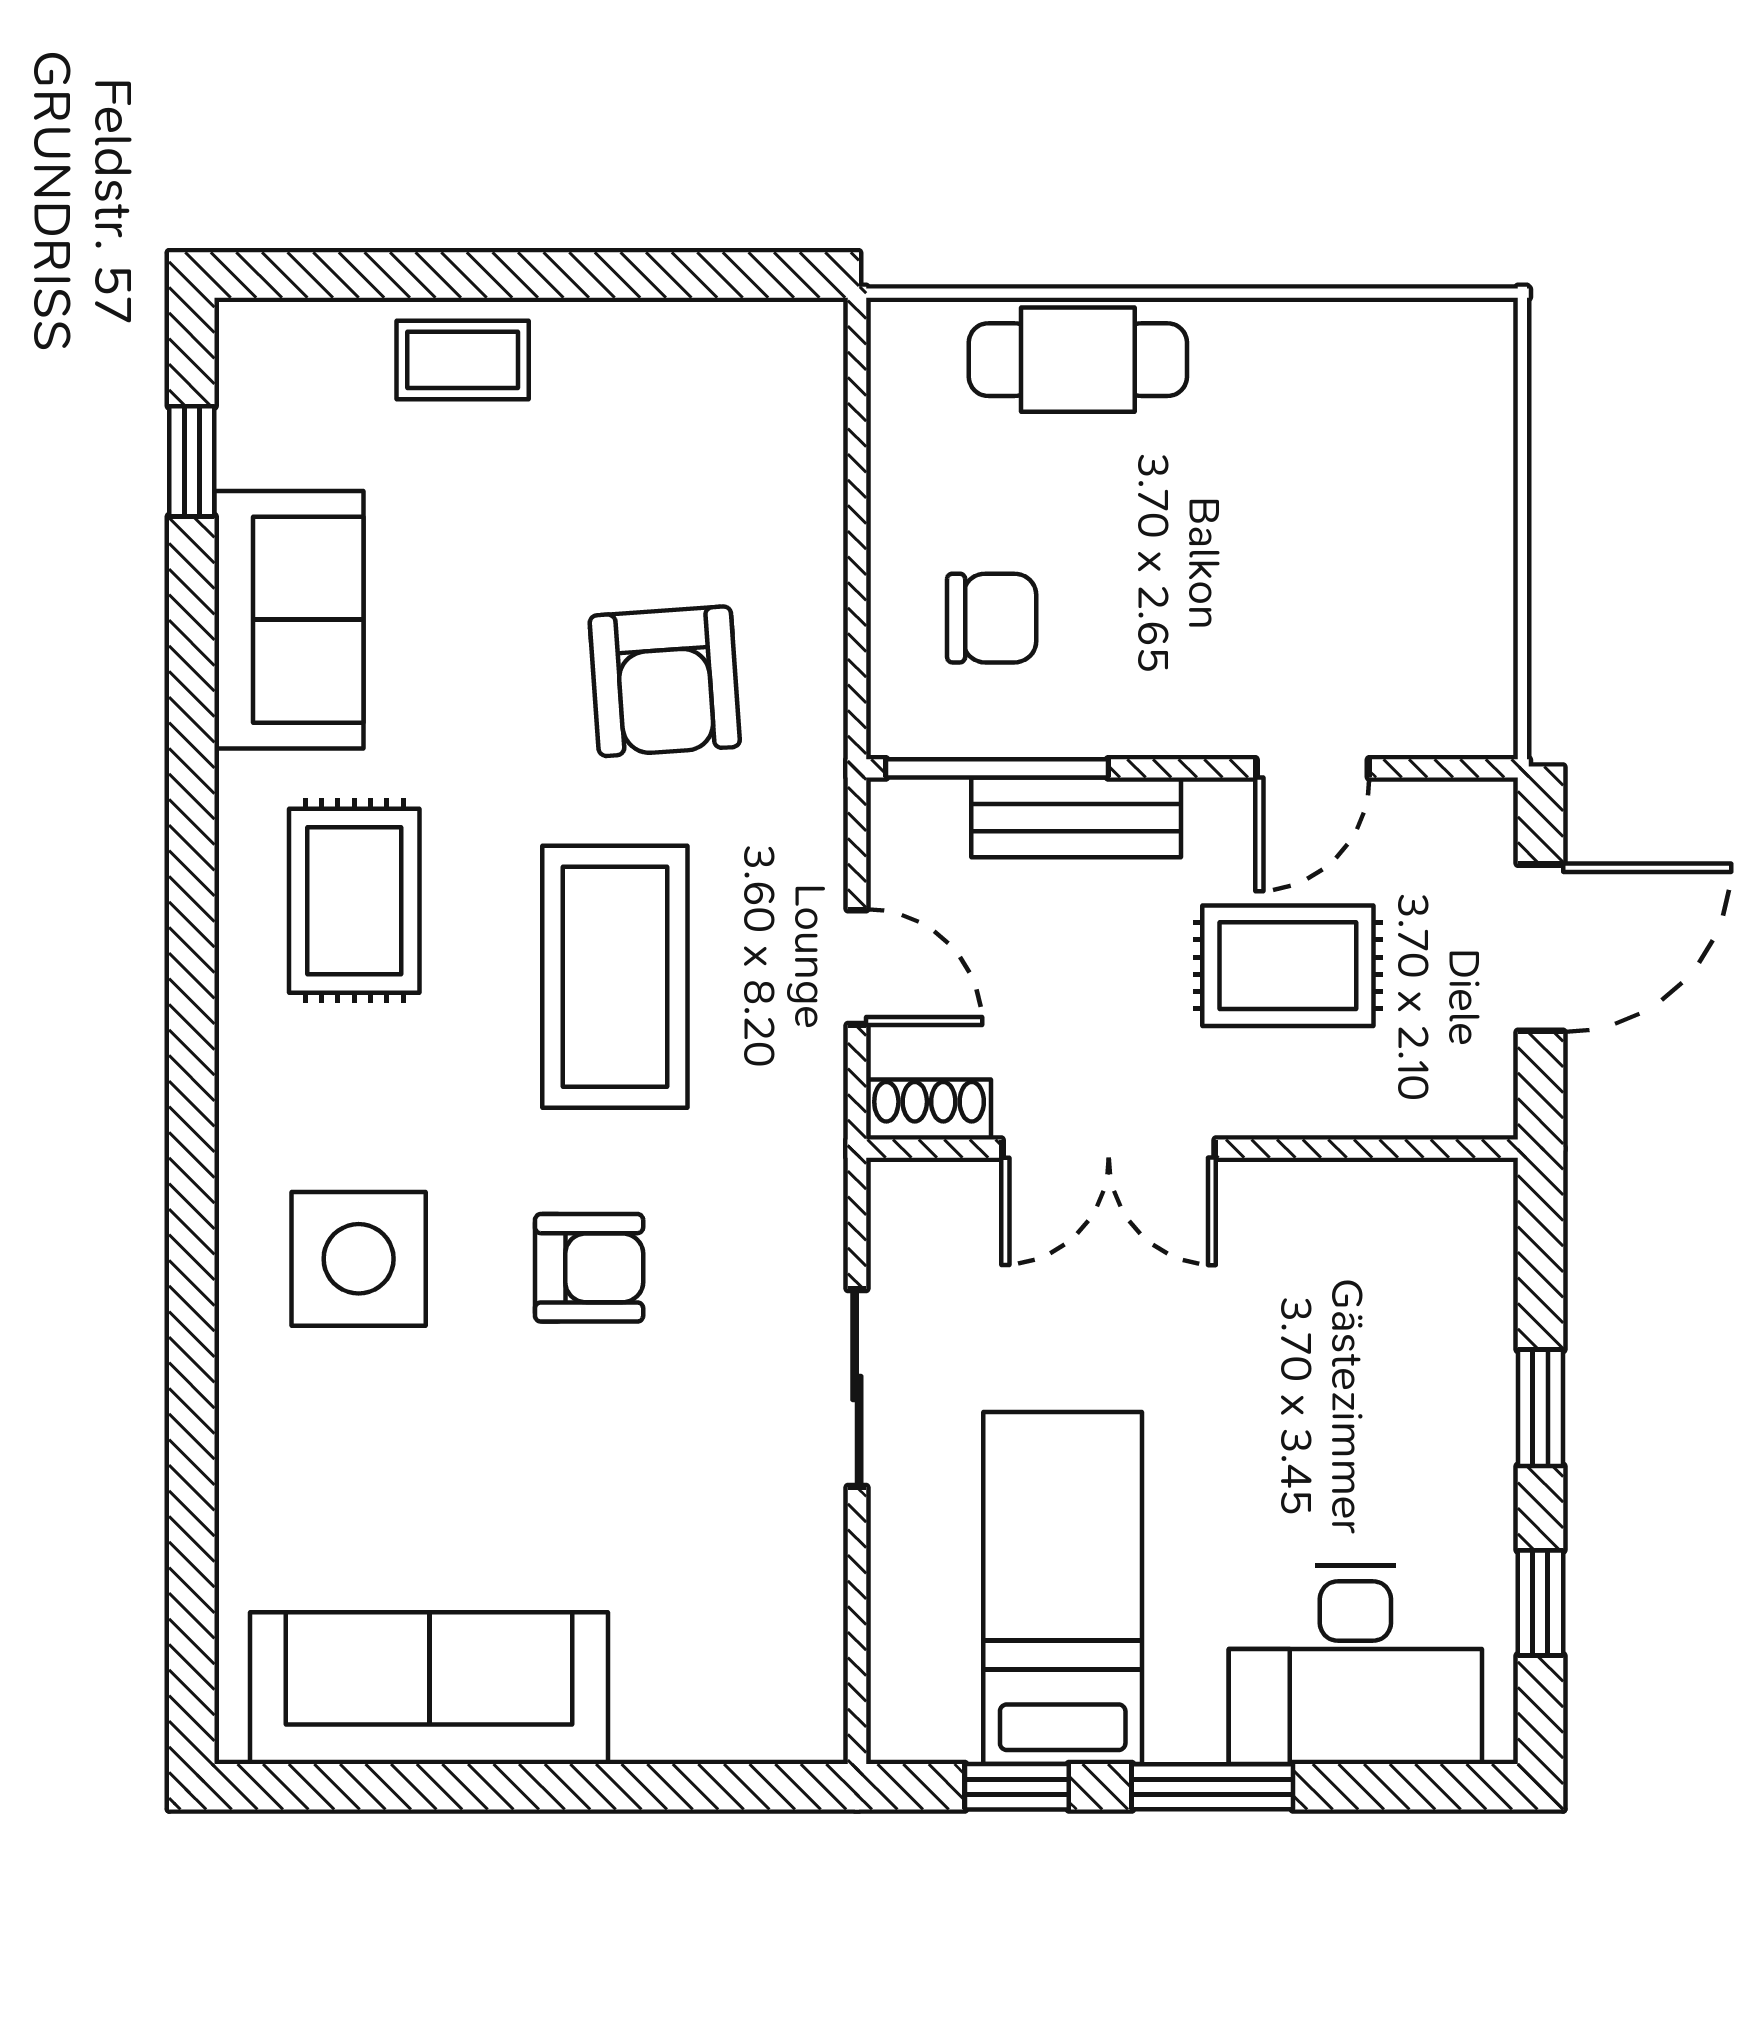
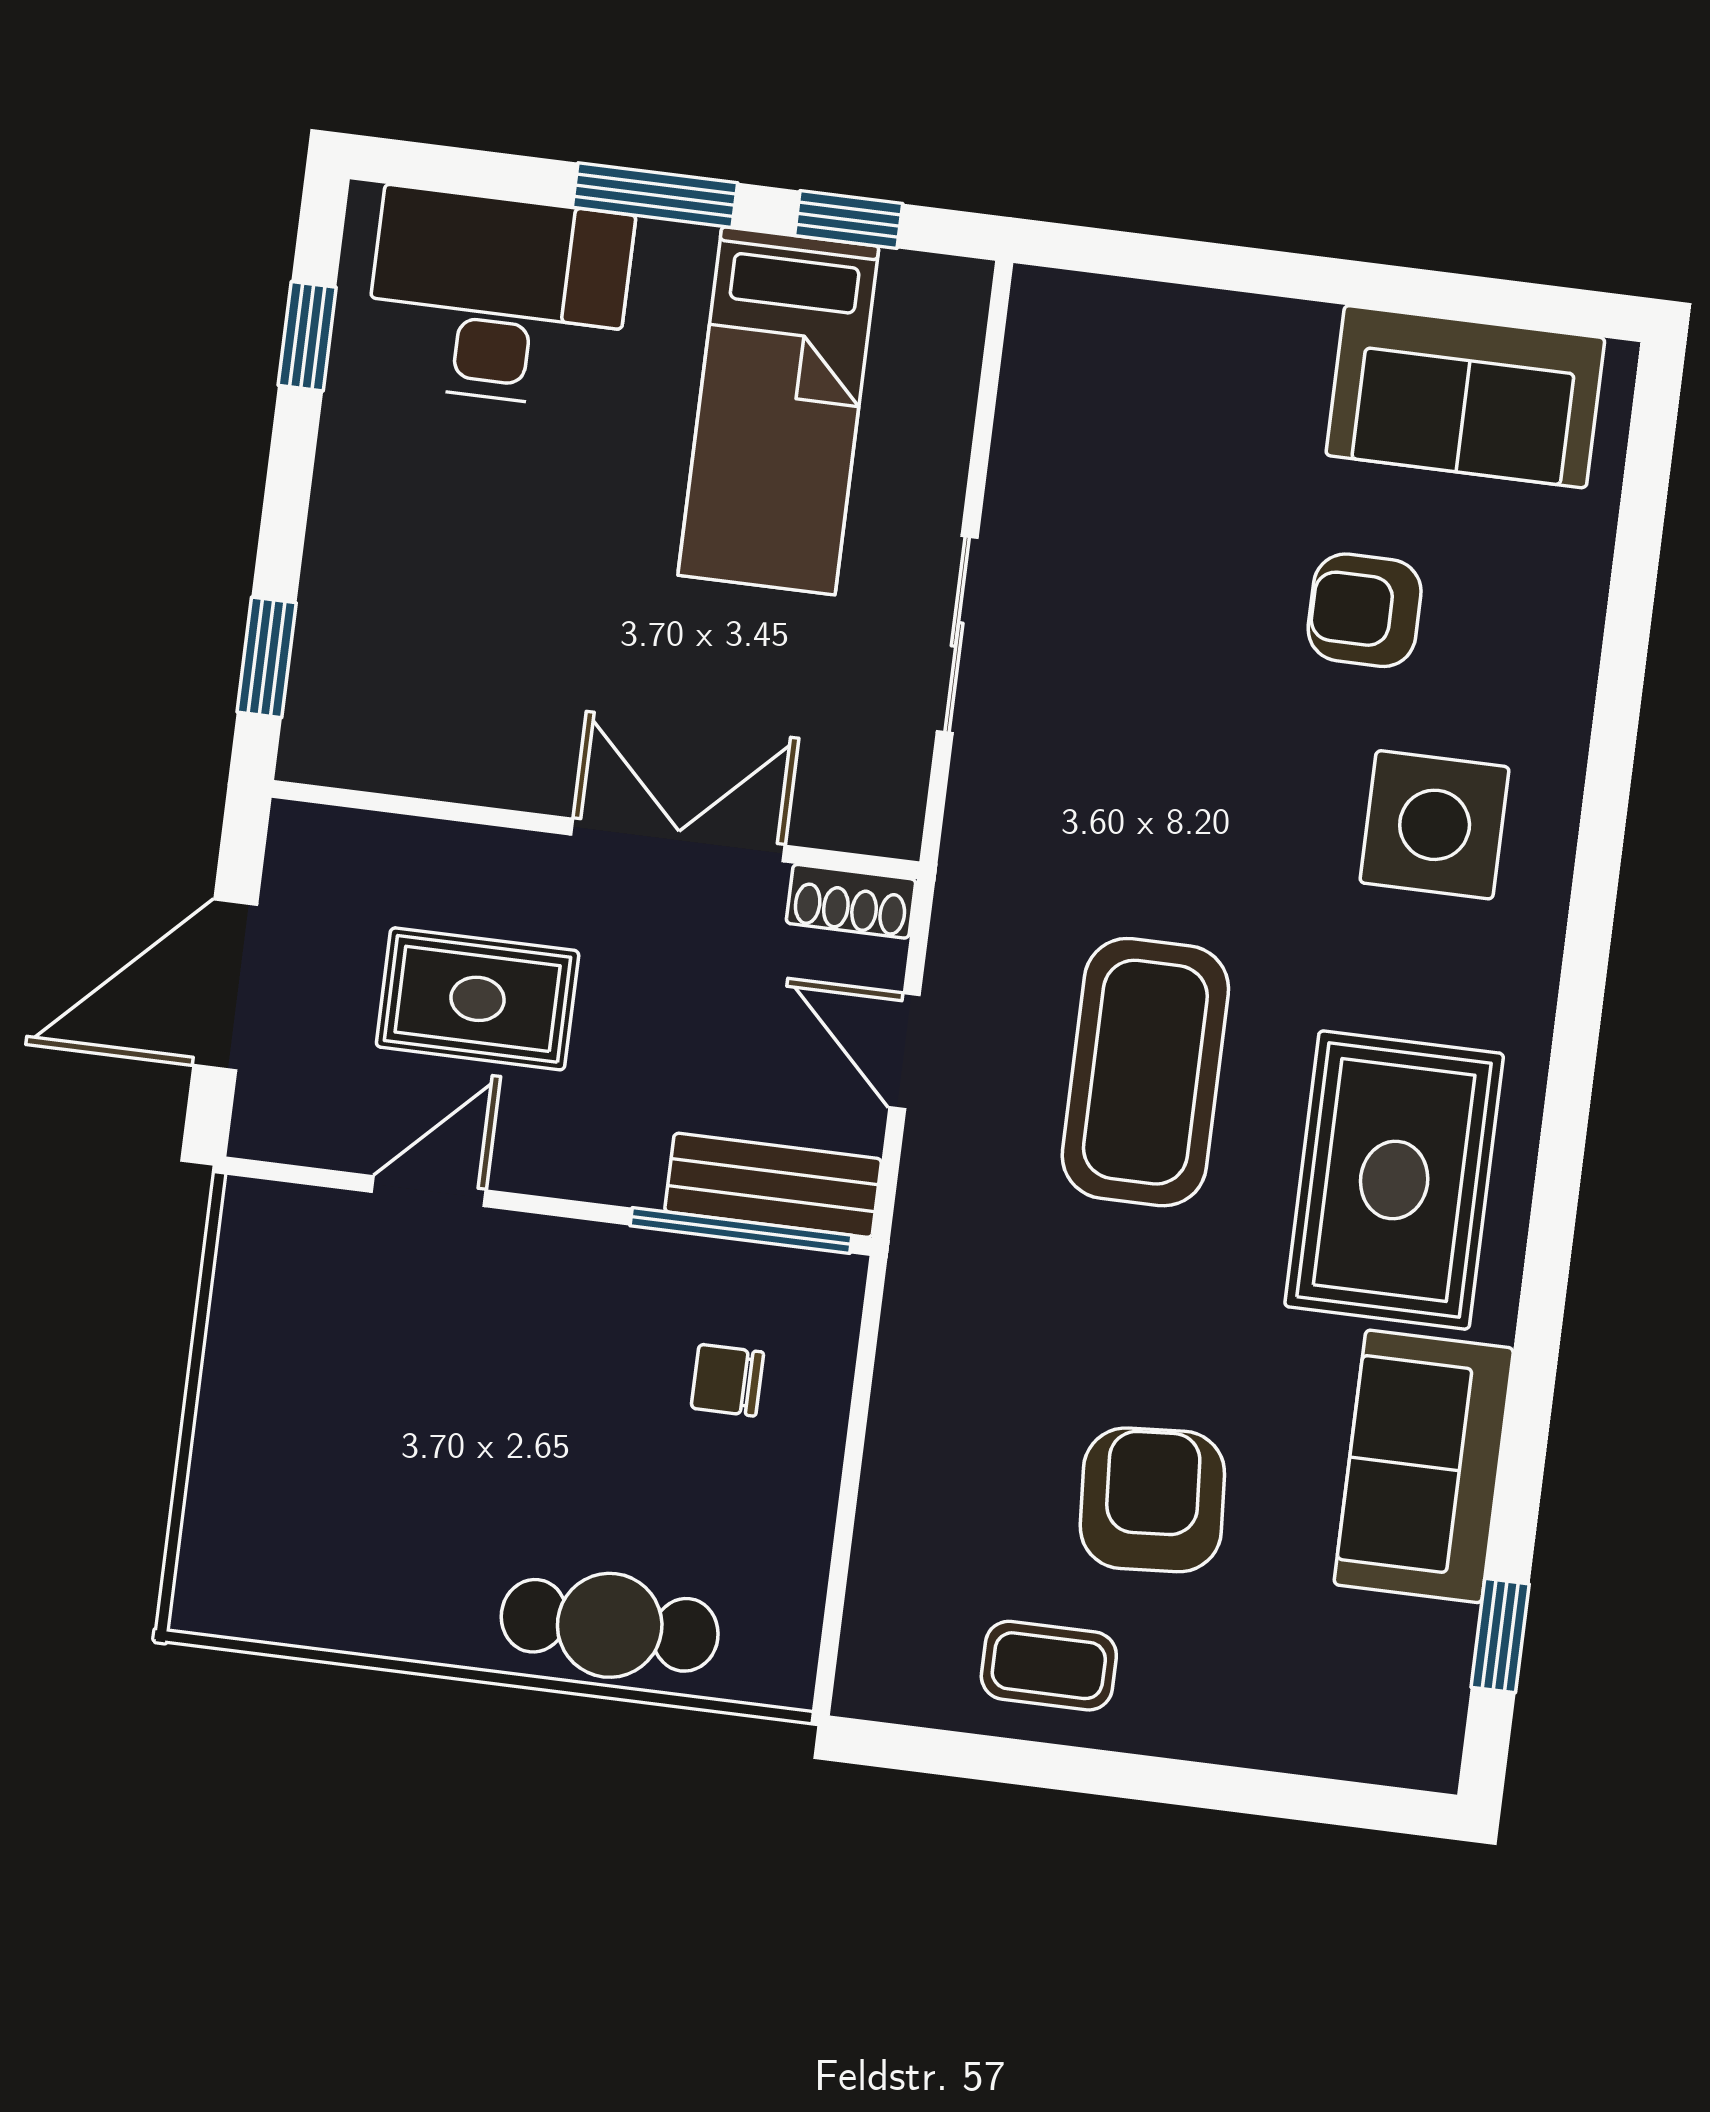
coffee table: (463, 360) -> (1049, 1666), moved
chair: (992, 618) -> (727, 1380), width x0.73, depth x0.73
armchair: (665, 681) -> (1152, 1500), moved
bench: (1076, 817) -> (773, 1185), moved
rug: (354, 901) -> (1394, 1180), width x1.36, depth x1.43
armchair: (589, 1268) -> (1365, 610), moved
window: (1540, 1408) -> (267, 657), moved
sofa: (429, 1688) -> (1465, 397), width x0.73

